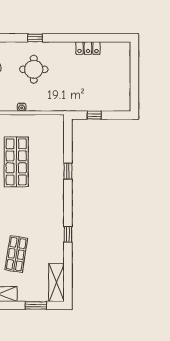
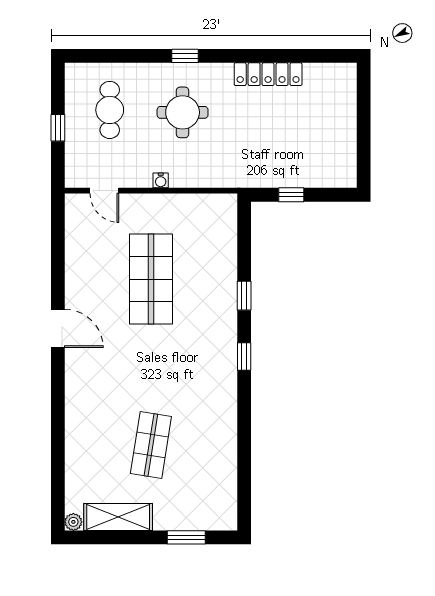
locker: (88, 48) -> (268, 74), width x1.53
window: (68, 234) -> (244, 357), moved
shelving: (57, 283) -> (224, 496), removed

